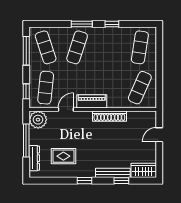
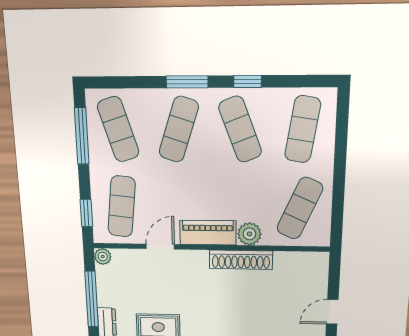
exercise mat: (108, 47) -> (240, 129), added
plant: (114, 102) -> (249, 234), added
plant: (38, 120) -> (103, 257), width x0.53, depth x0.53
door: (159, 135) -> (332, 312), moved

